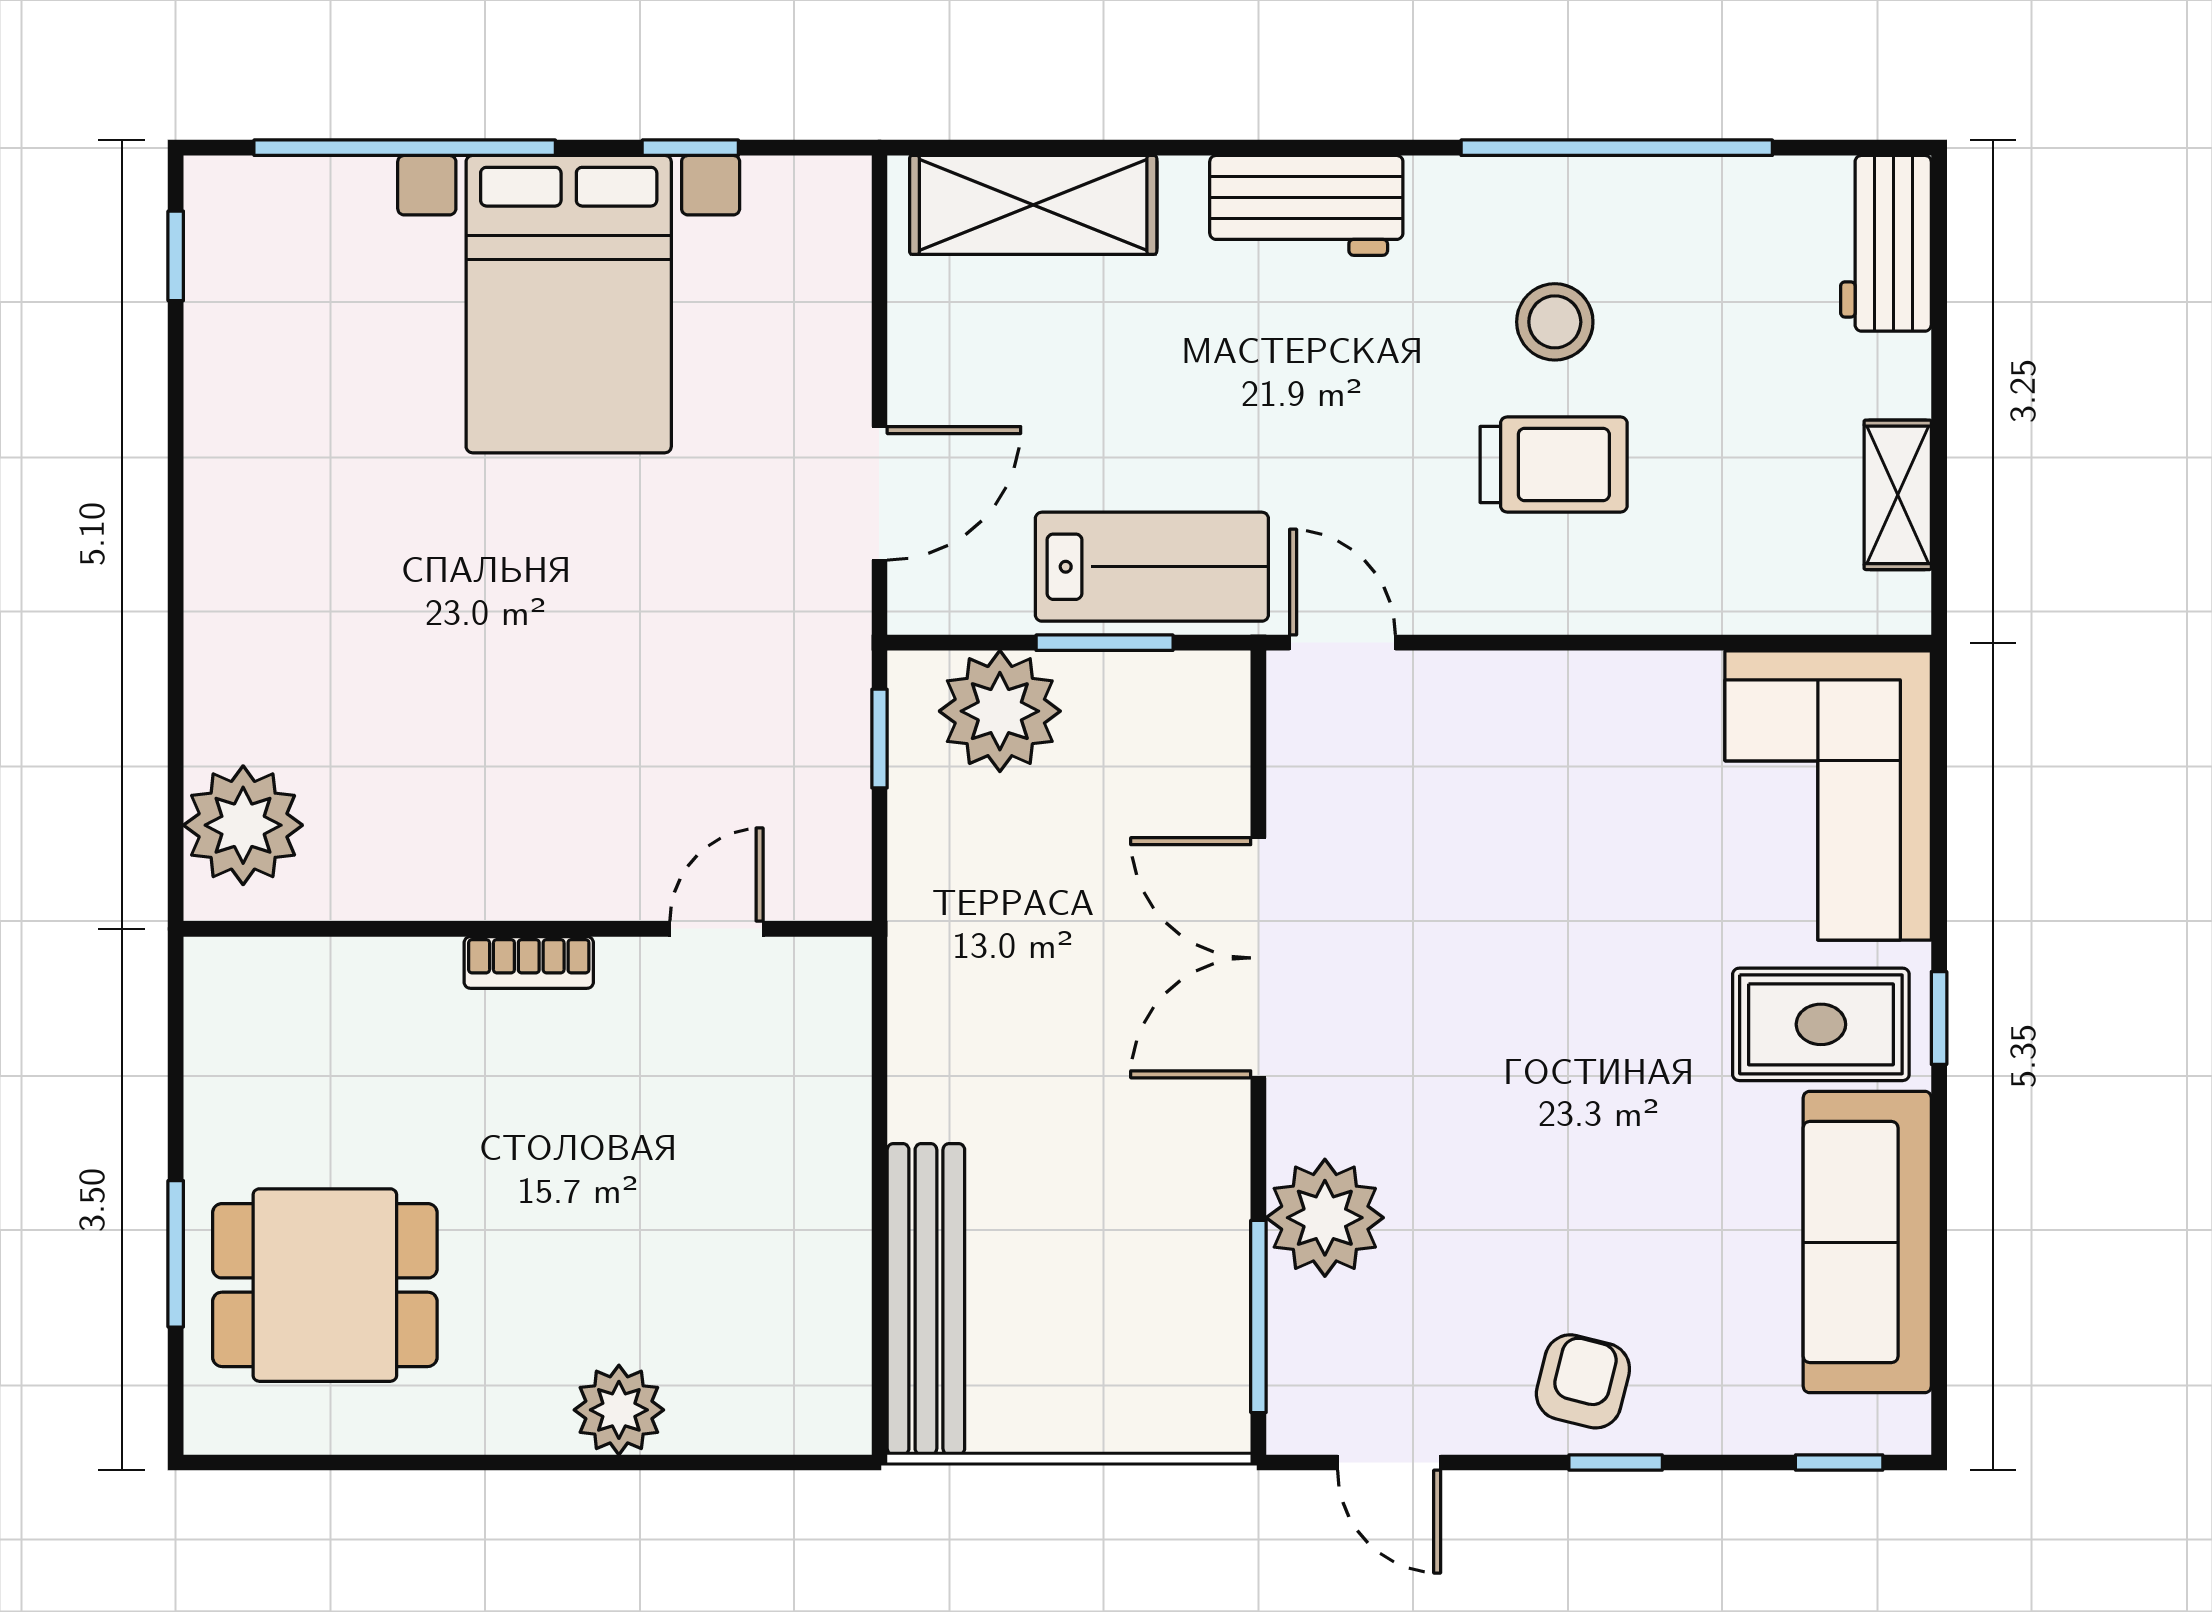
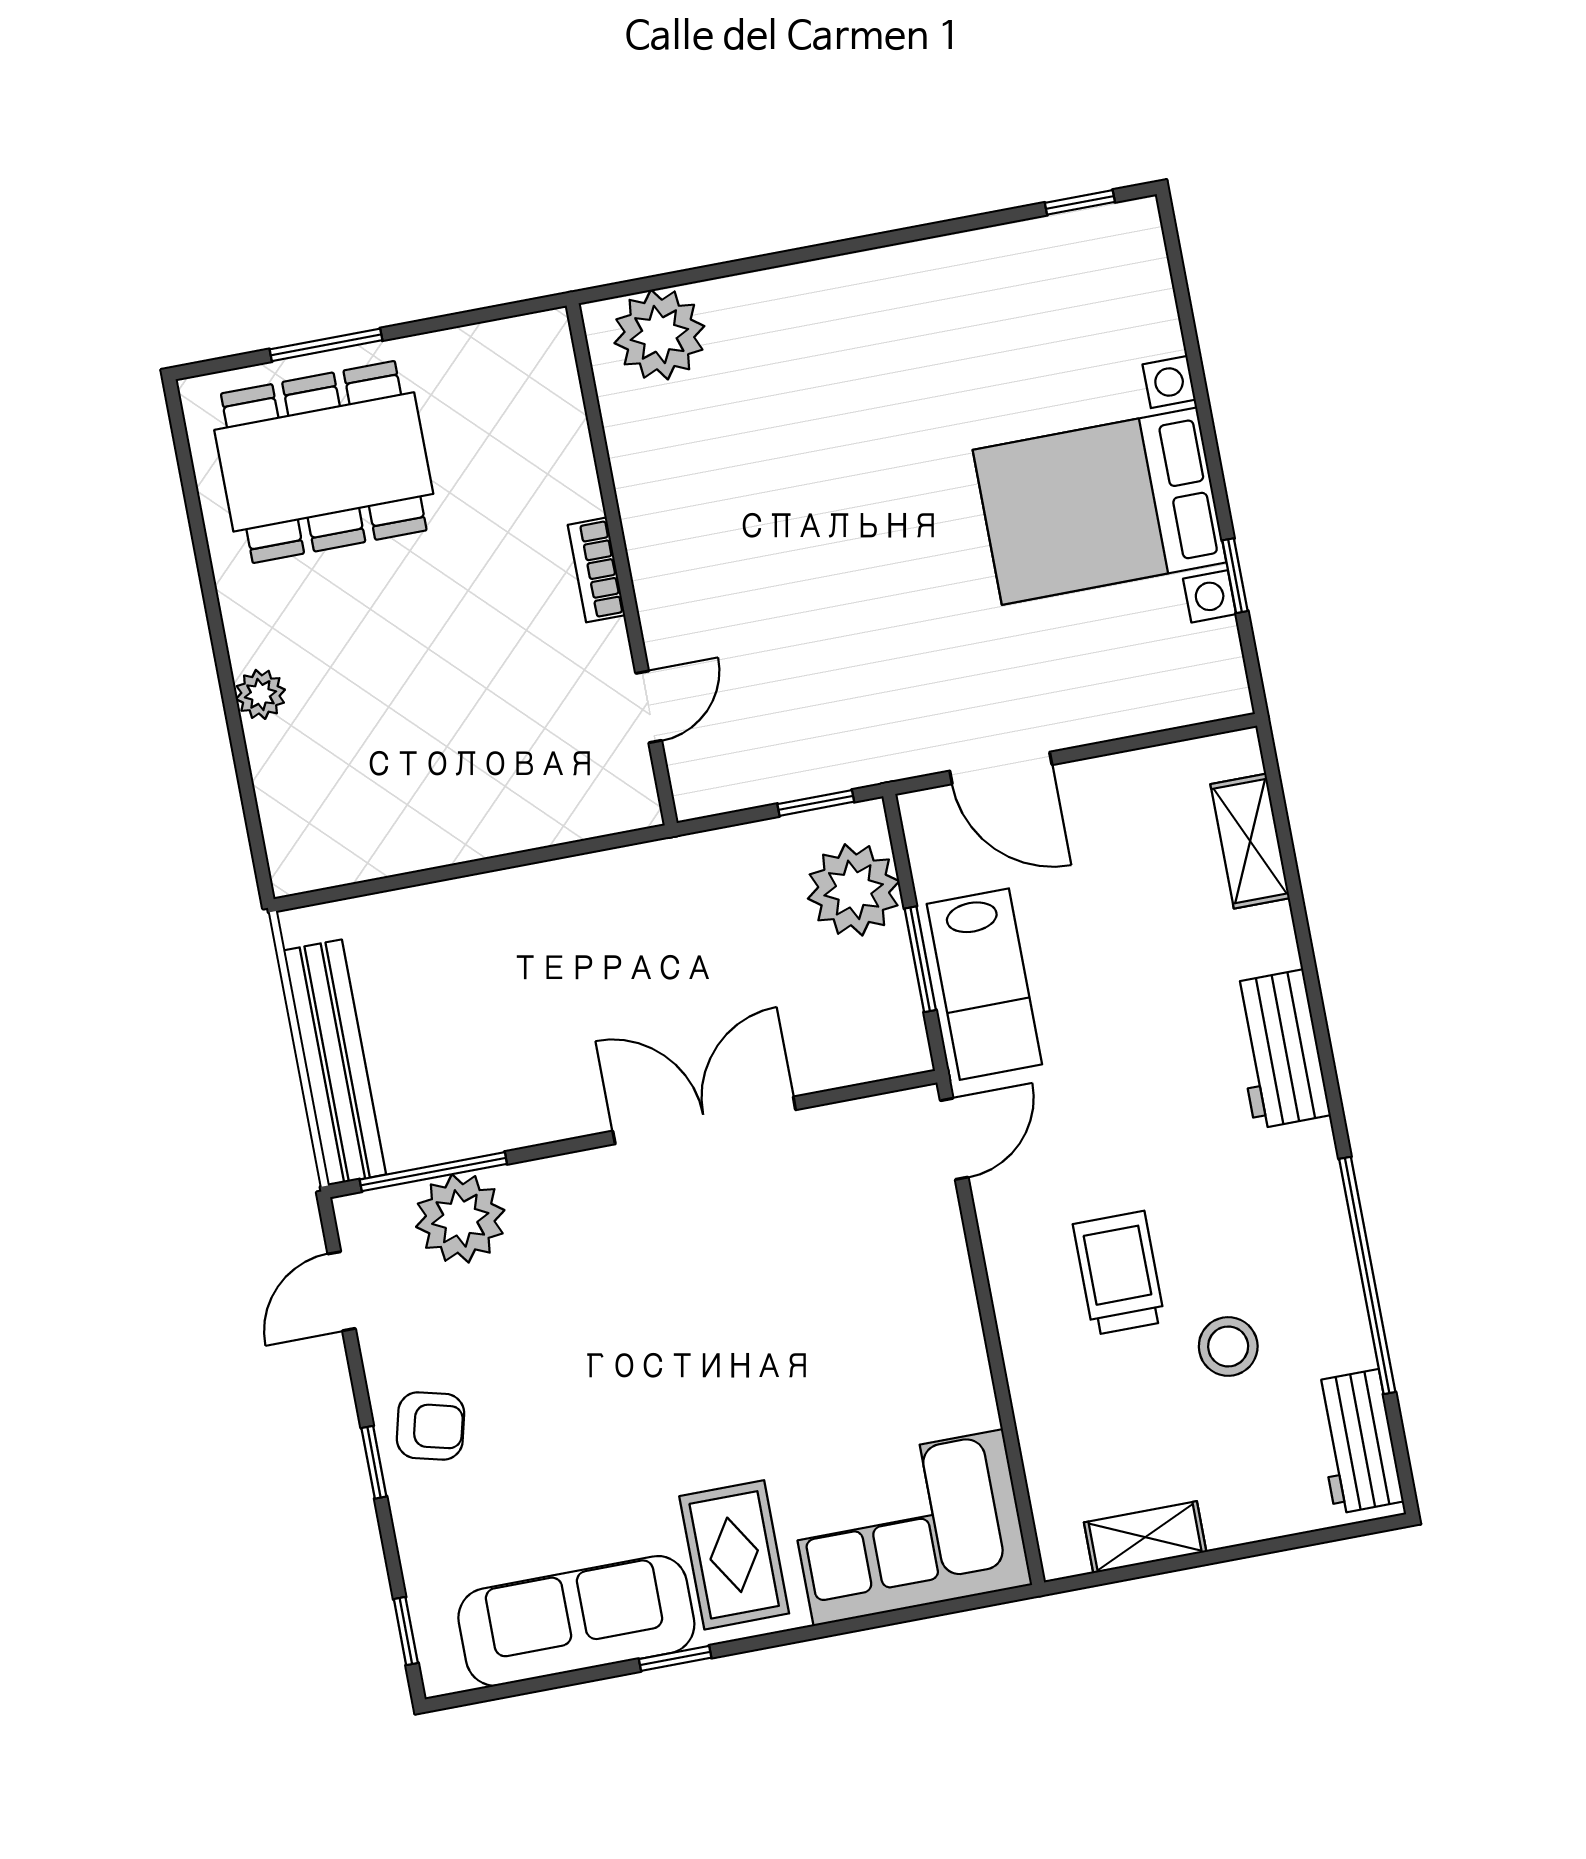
window: (405, 148) -> (1194, 360), removed
shelving: (1033, 205) -> (1250, 841), width x0.67, depth x0.75
workbench: (1886, 243) -> (1357, 1442), moved, turned -90
stool: (1555, 322) -> (1228, 1346), moved
trolley: (1554, 464) -> (1119, 1273), turned 180
door: (716, 929) -> (649, 707), hinge flipped
window: (1939, 1018) -> (675, 1658), moved
plant: (1325, 1218) -> (460, 1218), moved
dining table: (325, 1285) -> (324, 462), width x1.37
bench: (926, 1299) -> (335, 1062), moved, turned 90
plant: (619, 1410) -> (260, 694), width x0.73, depth x0.73

